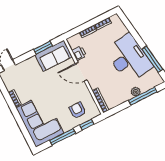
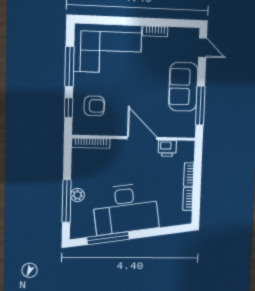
window: (43, 48) -> (200, 106), width x1.44
sofa: (54, 56) -> (183, 87), moved
door: (81, 72) -> (142, 138), hinge flipped

